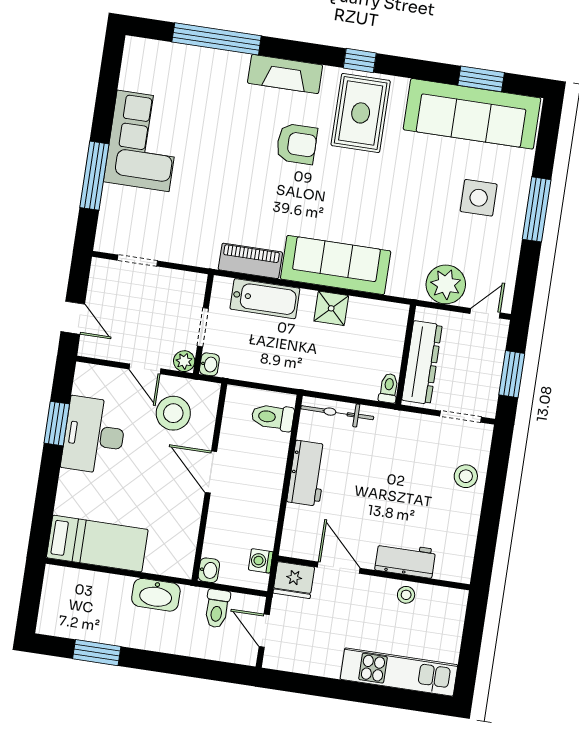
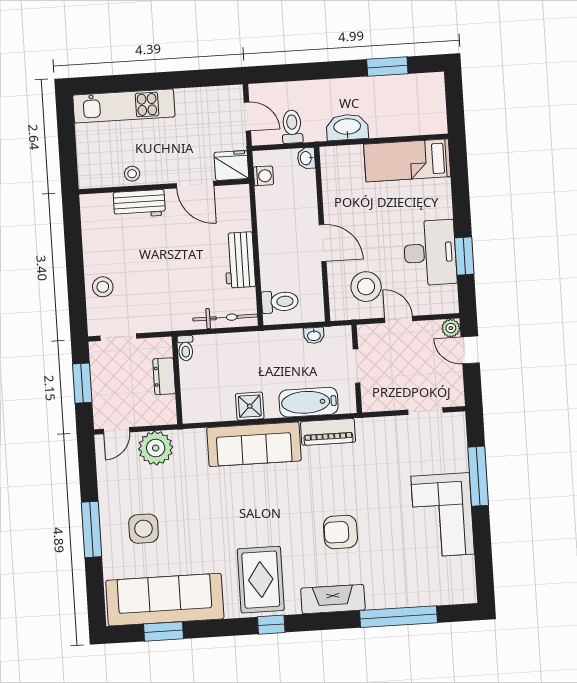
armchair: (297, 144) -> (340, 532), moved
plant: (184, 361) -> (451, 328), moved
dresser: (422, 363) -> (164, 376), width x0.51, depth x0.80
washbasin: (209, 364) -> (314, 335), moved, turned -90

